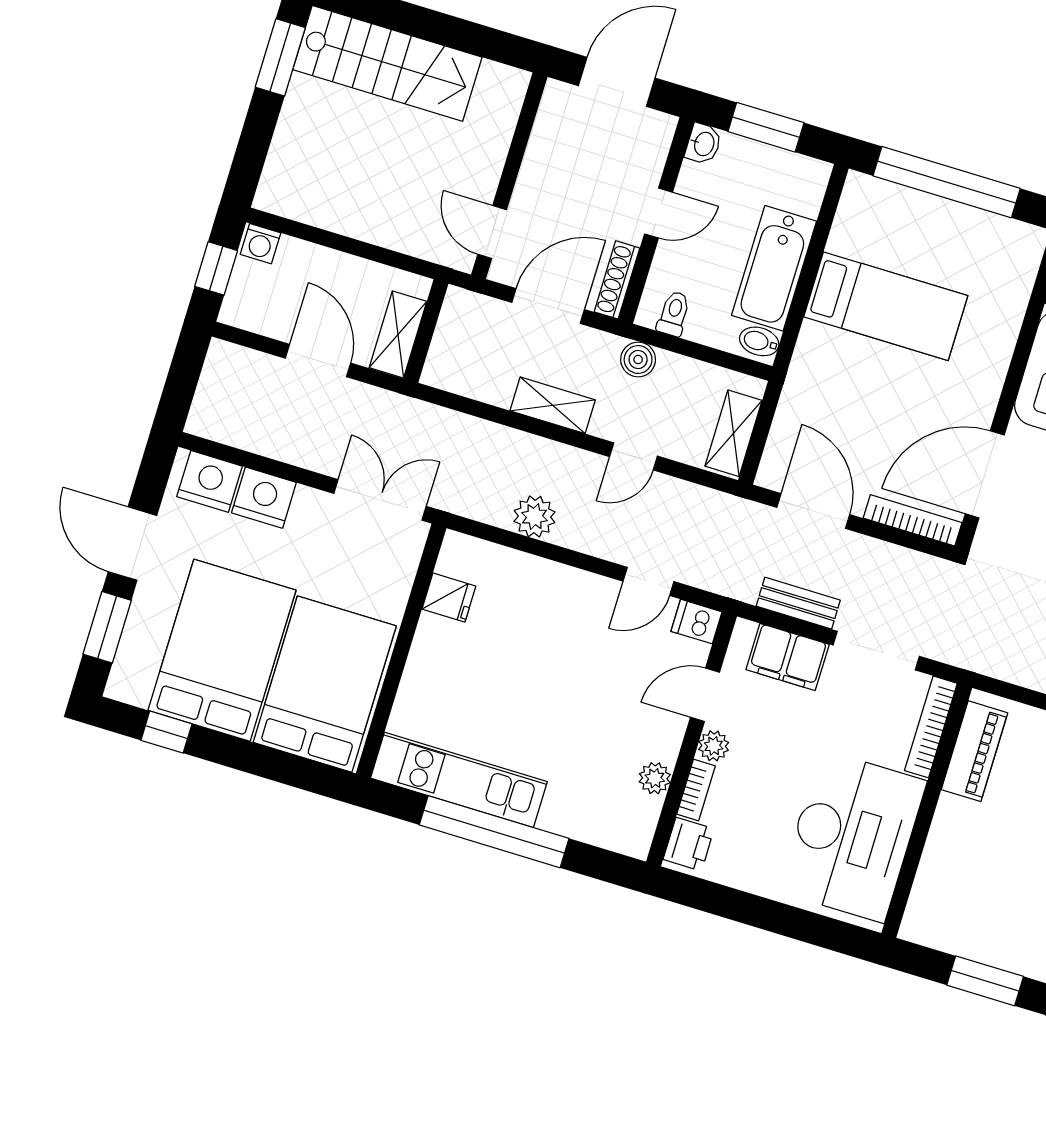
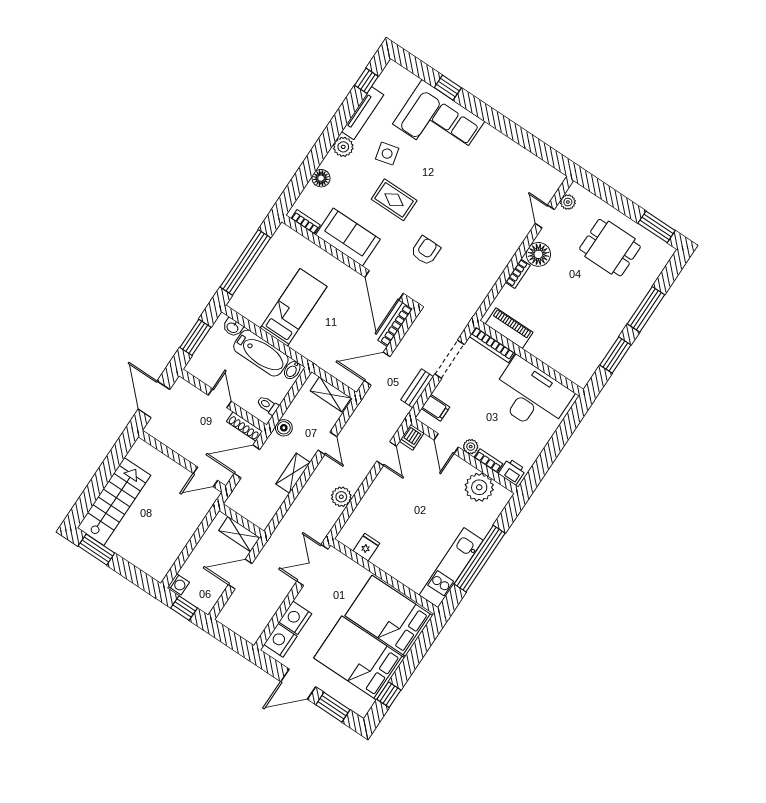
washbasin: (703, 144) -> (233, 327), moved, turned 180
door: (548, 306) -> (247, 462), hinge flipped
filing cabinet: (788, 657) -> (435, 408), width x0.50
plant: (655, 778) -> (479, 487), width x1.87, depth x1.87

